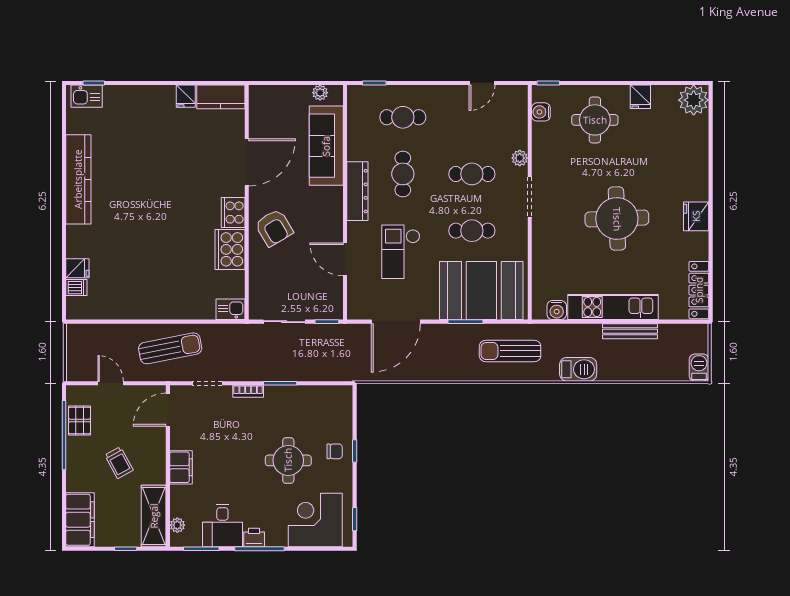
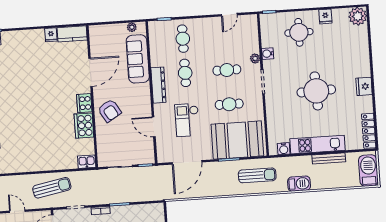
water cooler: (541, 112) -> (268, 54), moved
cafe table: (403, 117) -> (183, 39), turned 90
sun lounger: (510, 351) -> (257, 175), turned 180
barbecue: (699, 368) -> (368, 170), width x1.88, depth x1.53

